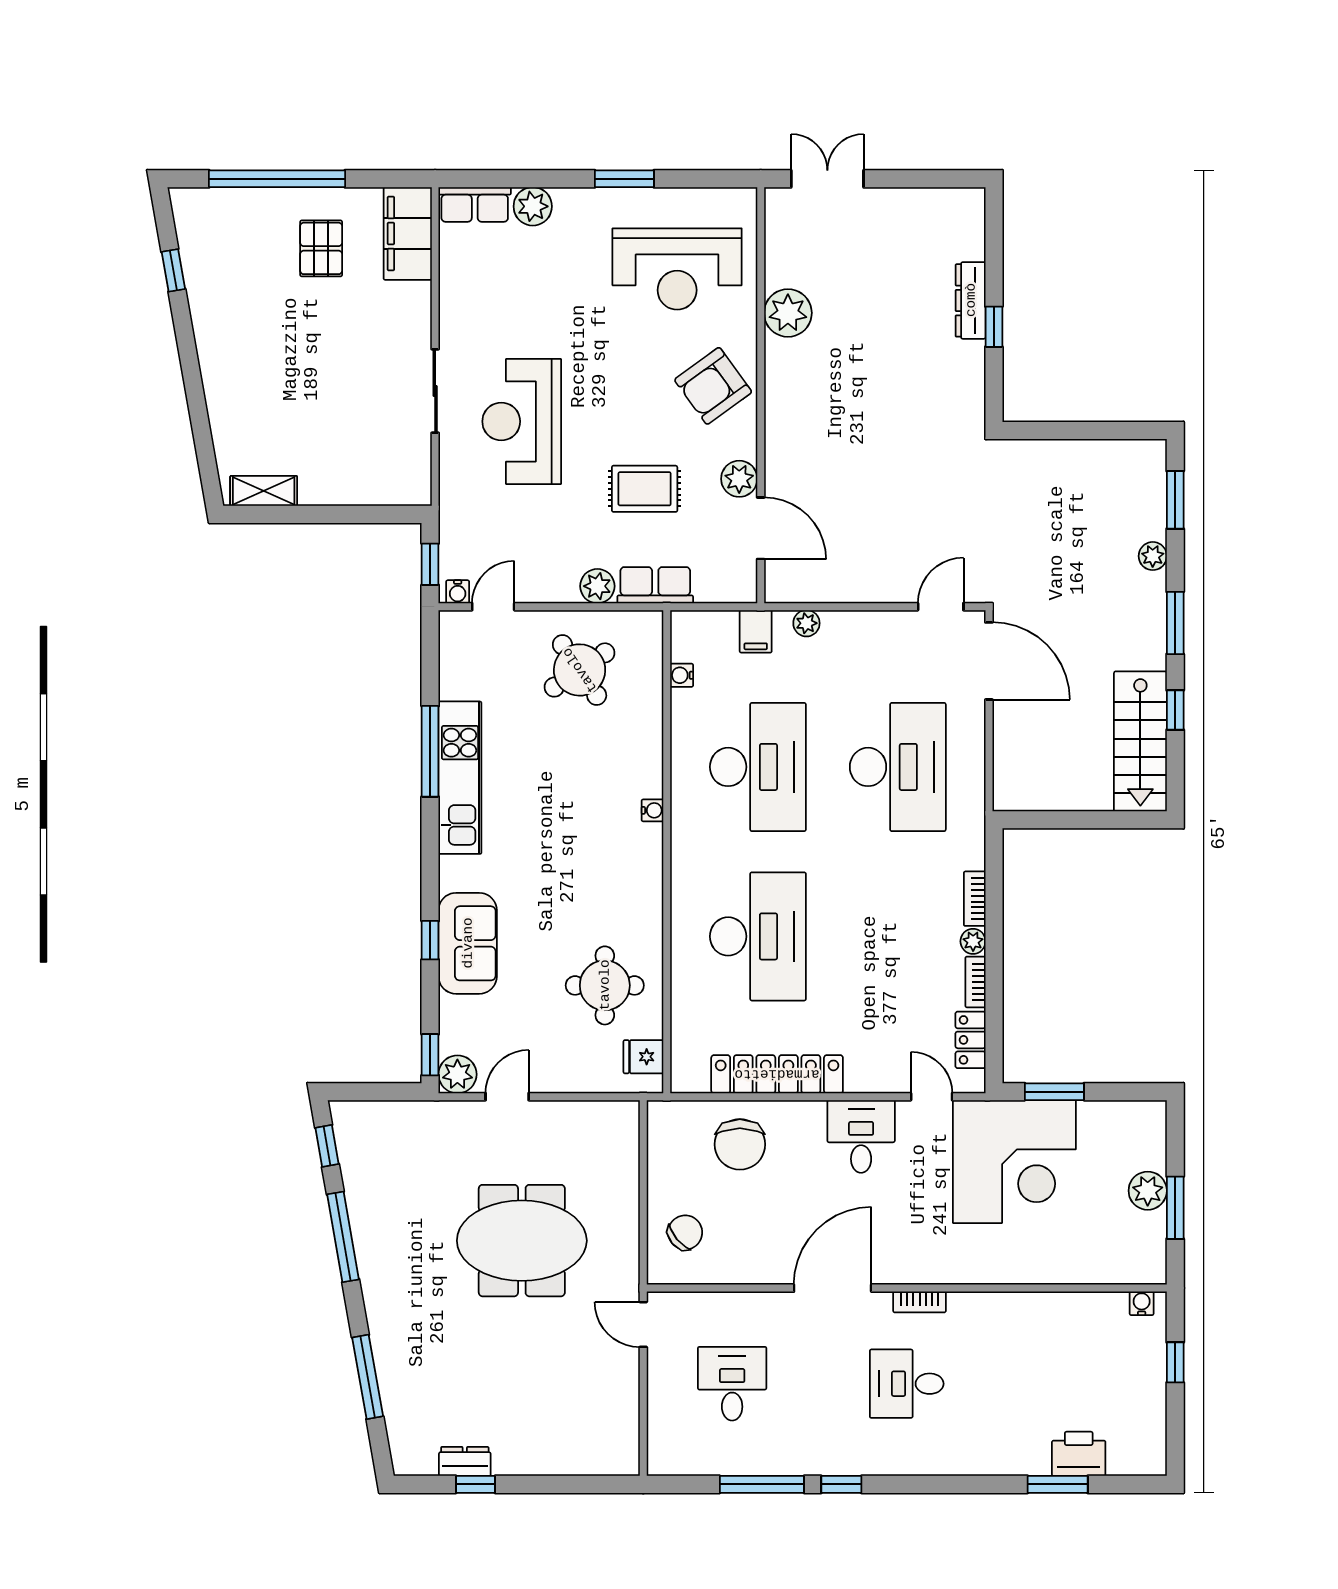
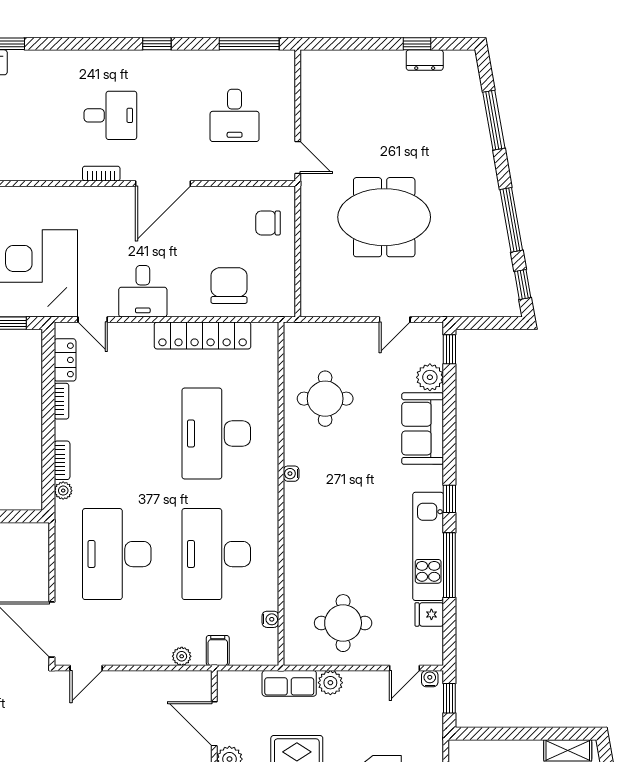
round table: (580, 670) -> (343, 623), turned 34
water cooler: (652, 810) -> (291, 474), moved
window: (430, 940) -> (449, 499), moved
plant: (973, 941) -> (63, 491), moved
fridge: (643, 1057) -> (429, 614), moved, turned 180
plant: (457, 1074) -> (430, 377), moved
chair: (685, 1232) -> (268, 223), turned 40
window: (762, 1484) -> (249, 44), moved

